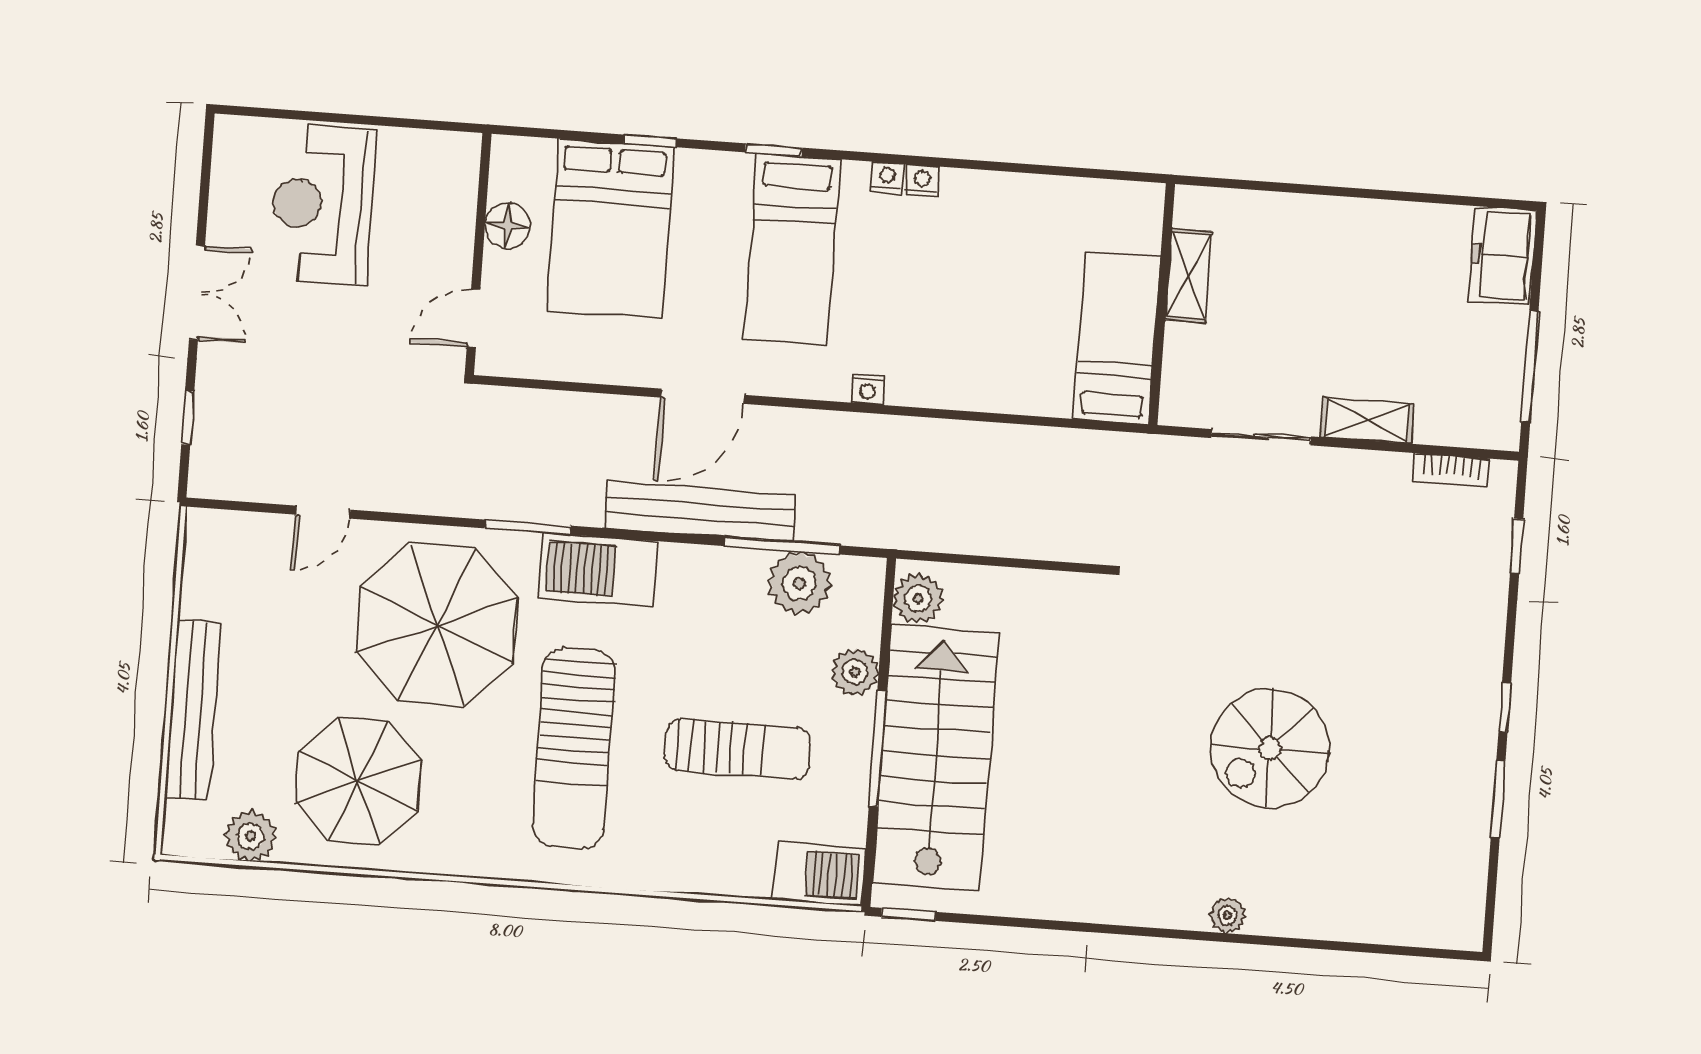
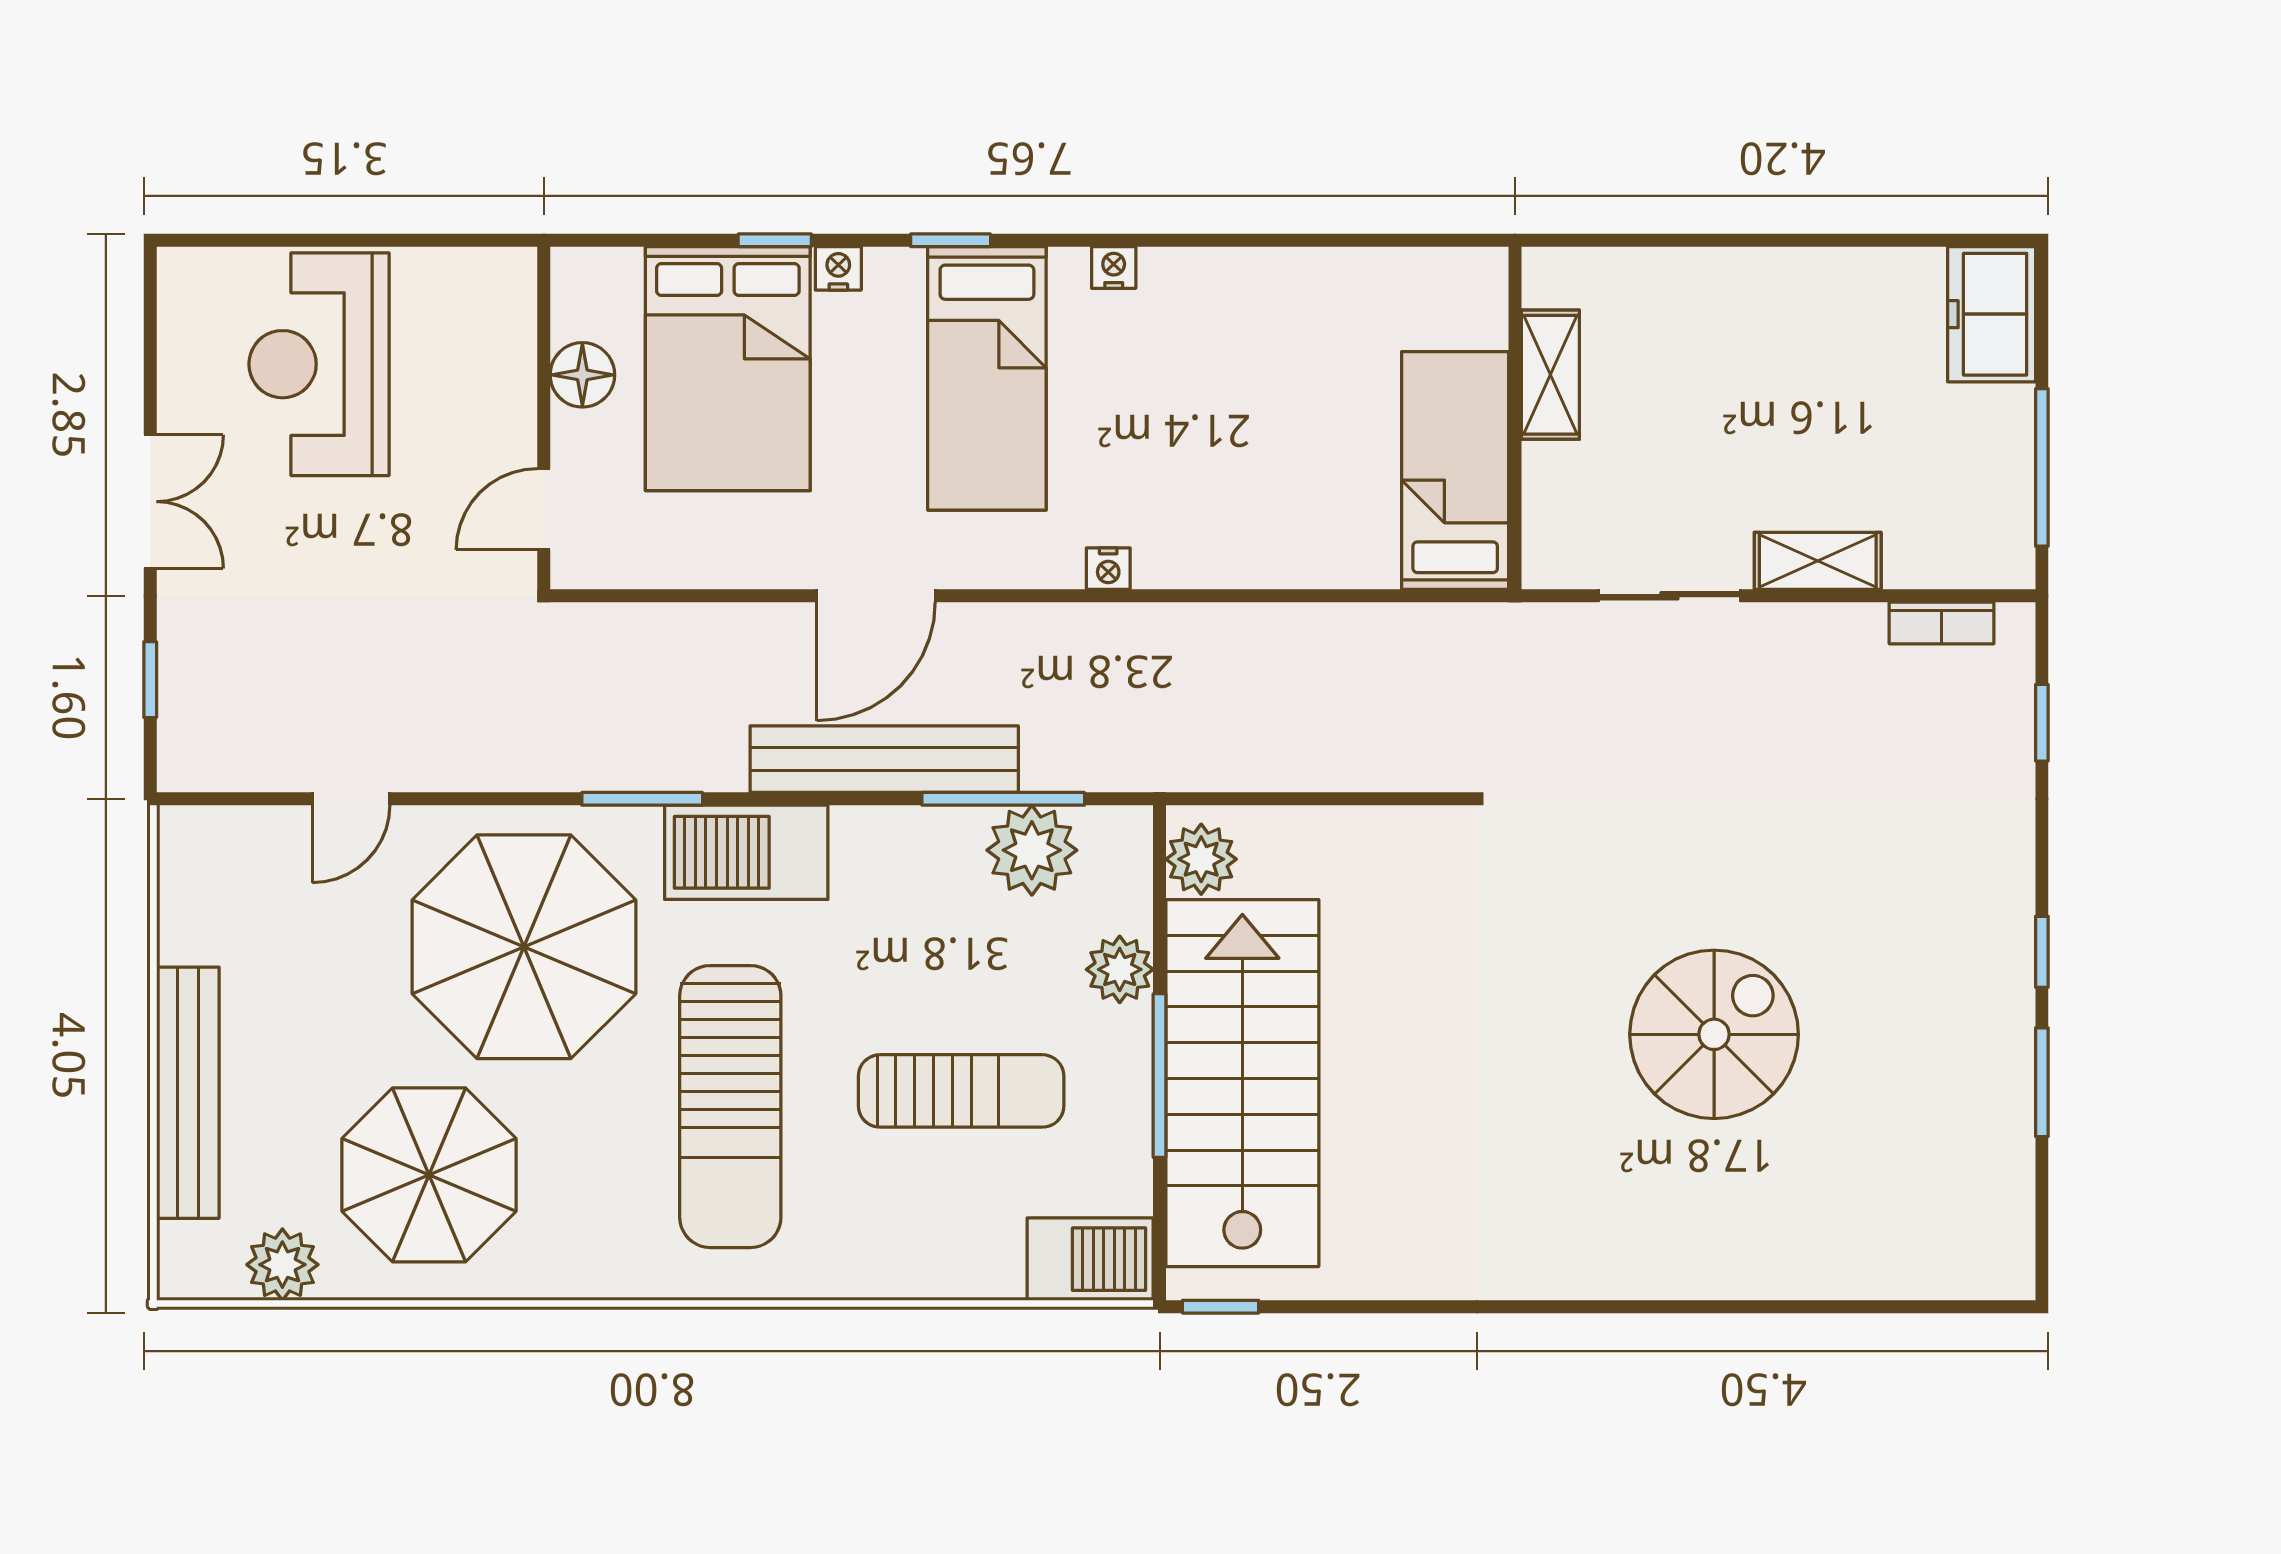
nightstand: (922, 181) -> (838, 268), moved
spiral stairs: (1270, 748) -> (1714, 1034), turned 180
plant: (1228, 915) -> (1672, 1275), removed

